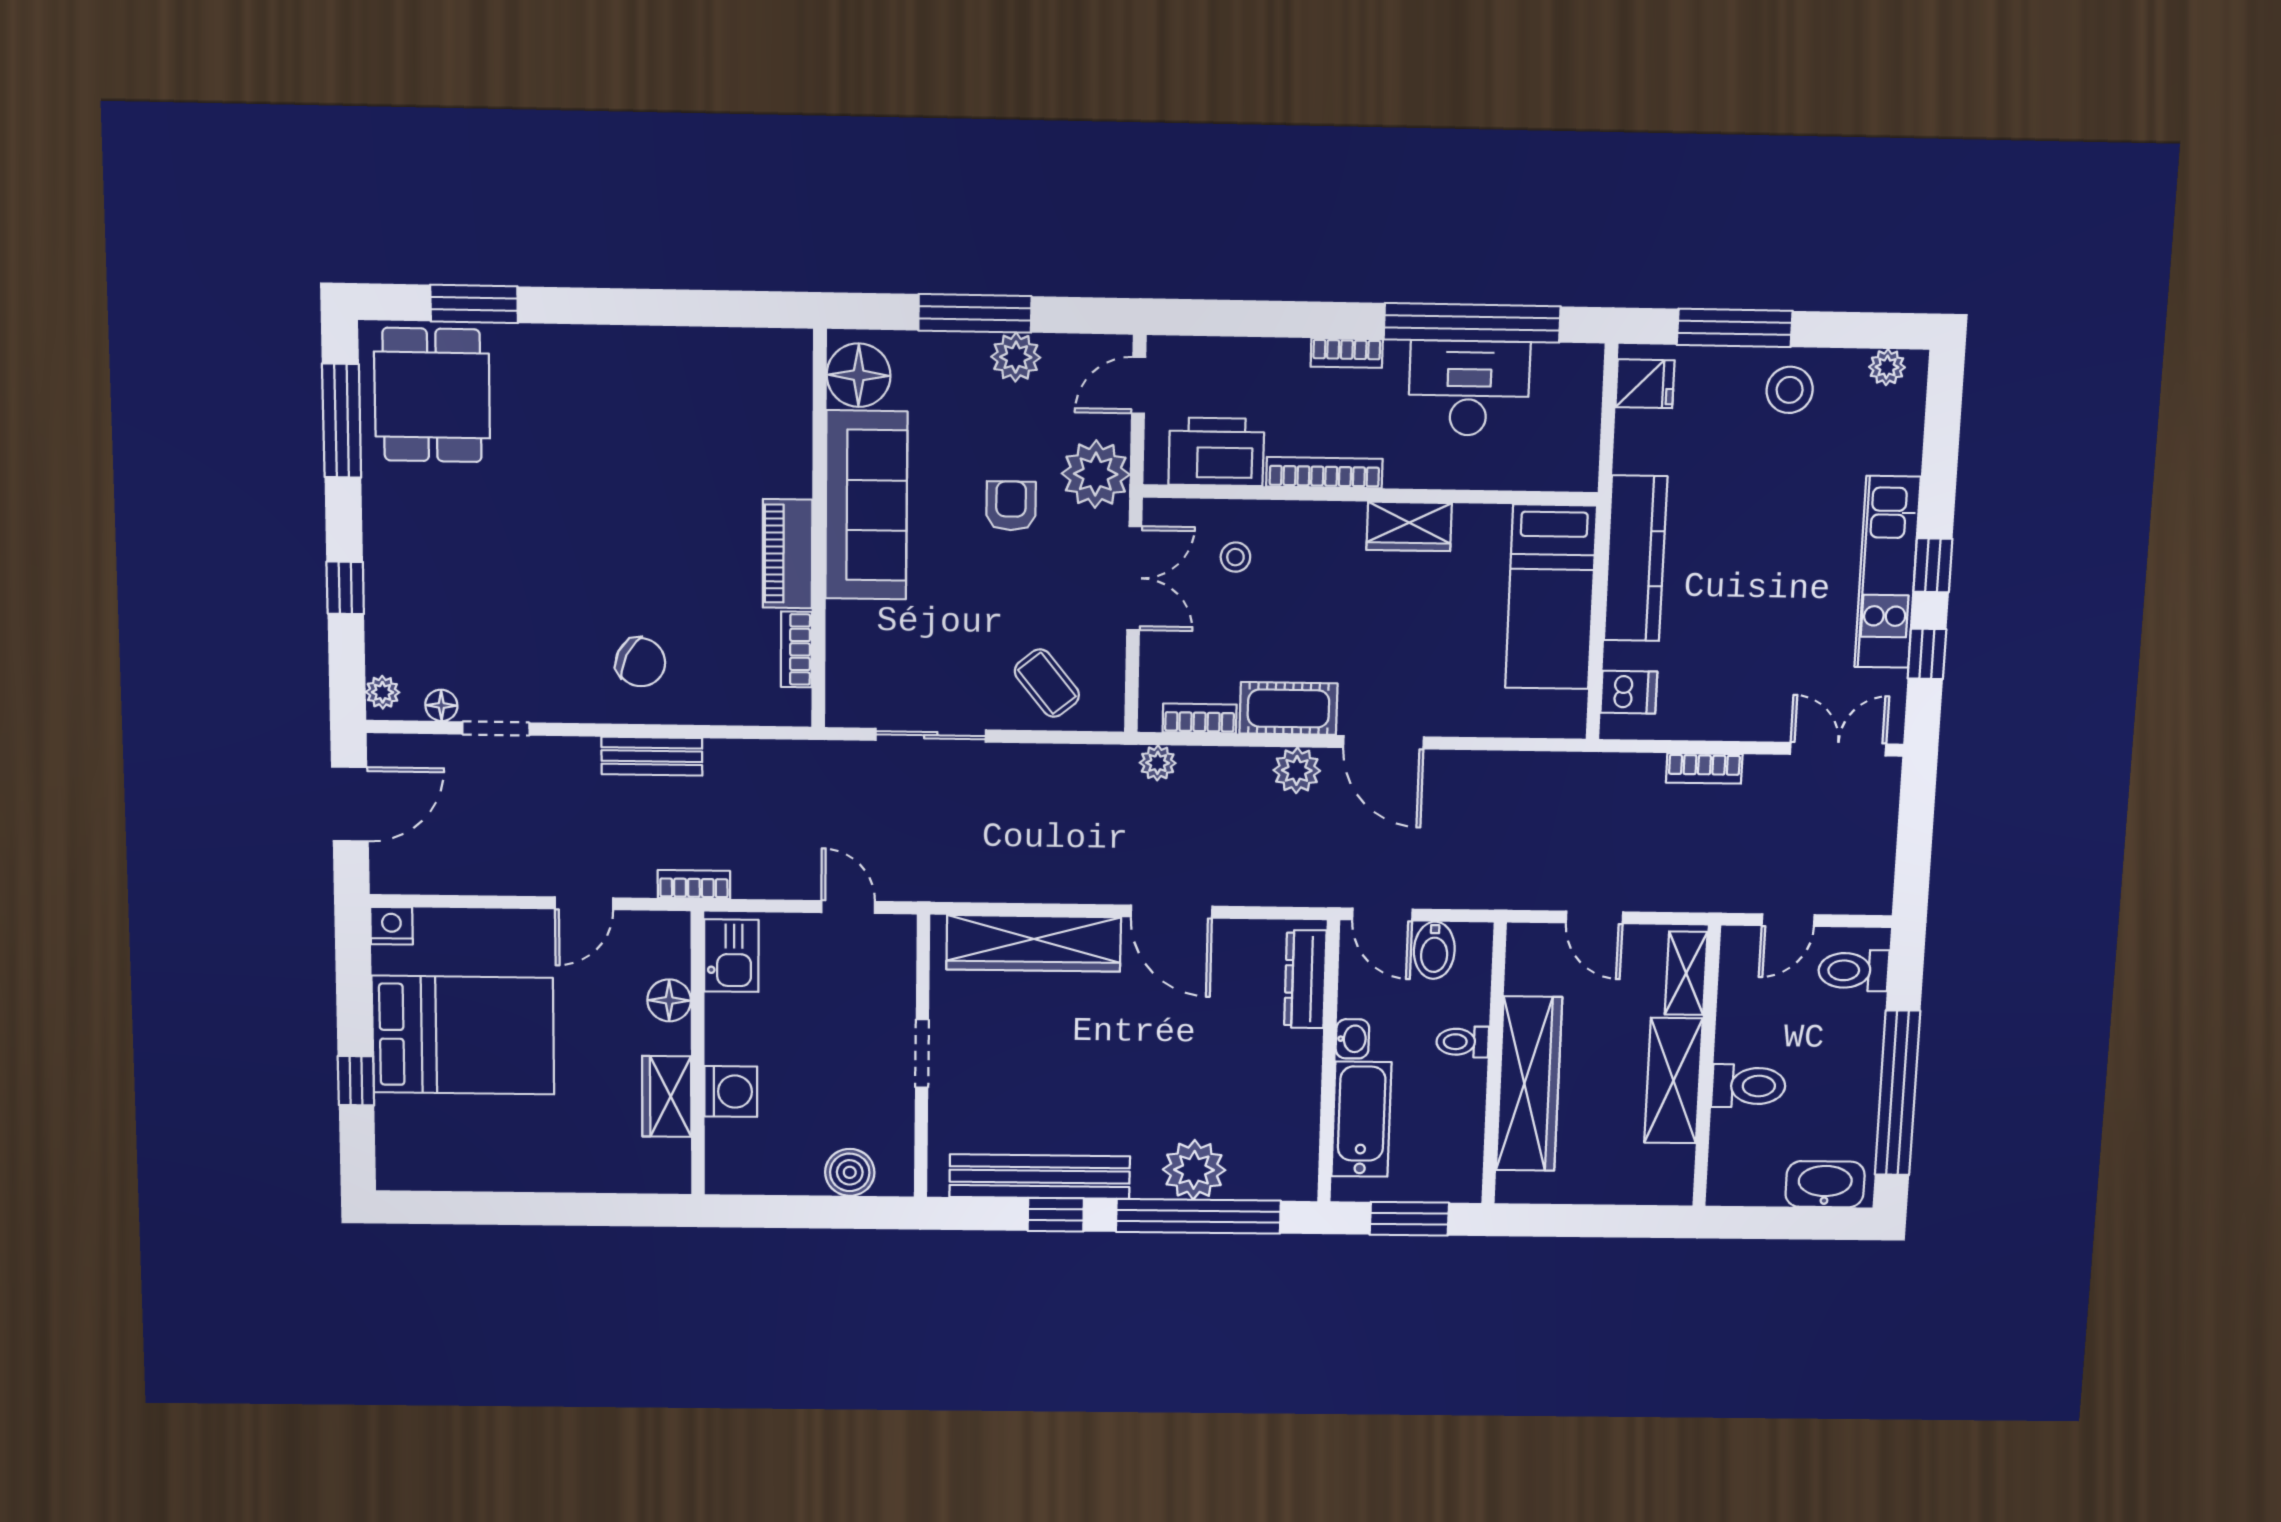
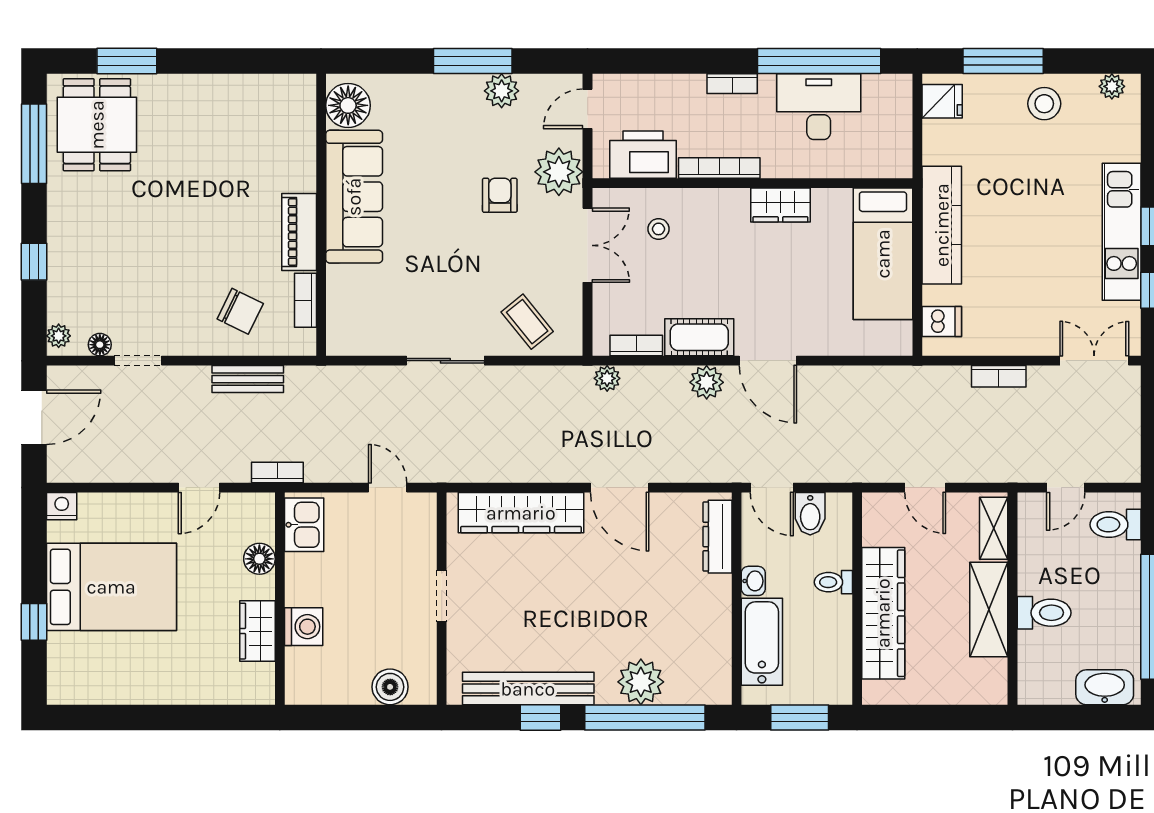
floor lamp: (859, 375) -> (348, 105), moved
sofa: (866, 505) -> (354, 197), moved
wall: (819, 530) -> (321, 215), moved
piano: (788, 554) -> (299, 232), moved
bookcase: (796, 649) -> (305, 300), moved

